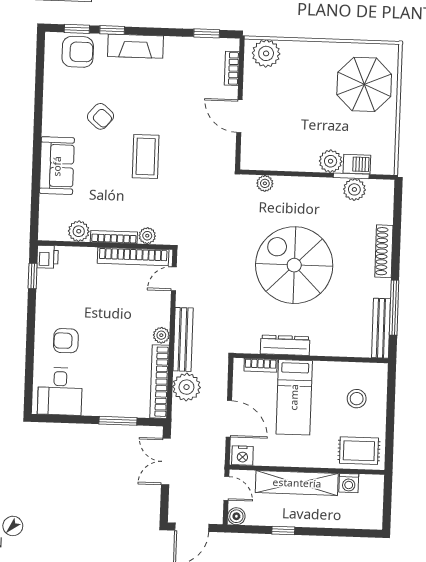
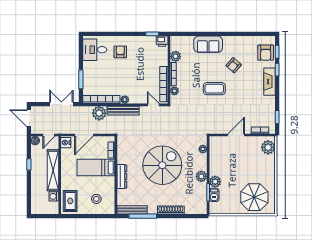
plant: (354, 189) -> (201, 176), moved
dresser: (285, 345) -> (122, 176), moved

